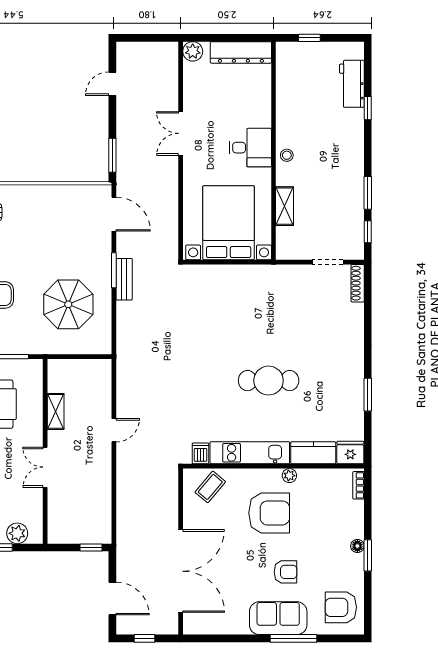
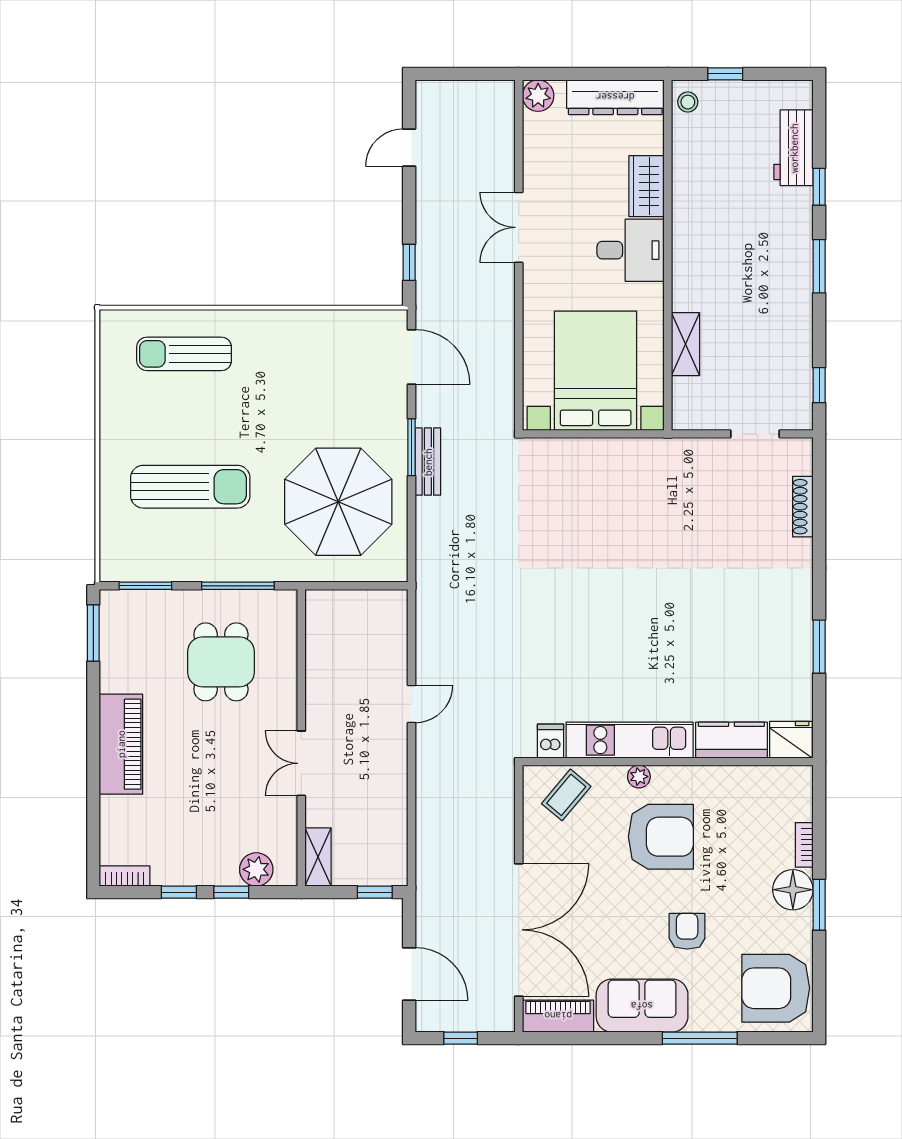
wardrobe: (260, 108) -> (646, 186), added
window: (112, 155) -> (409, 262), width x0.67
stool: (287, 155) -> (688, 102), moved
window: (368, 193) -> (819, 266), moved
shoe rack: (358, 283) -> (803, 507), moved
parasol: (68, 304) -> (338, 502), width x1.36, depth x1.36
cafe table: (269, 381) -> (660, 624), removed
shelving: (56, 411) -> (318, 857), moved
plant: (289, 476) -> (639, 777), moved
bookcase: (359, 485) -> (804, 845), moved
floor lamp: (357, 546) -> (793, 890), width x1.89, depth x1.89
armchair: (286, 572) -> (687, 931), turned -90
armchair: (341, 607) -> (776, 988), width x1.36, depth x1.36
sofa: (278, 618) -> (642, 1006), moved
piano: (205, 625) -> (558, 1016), added

